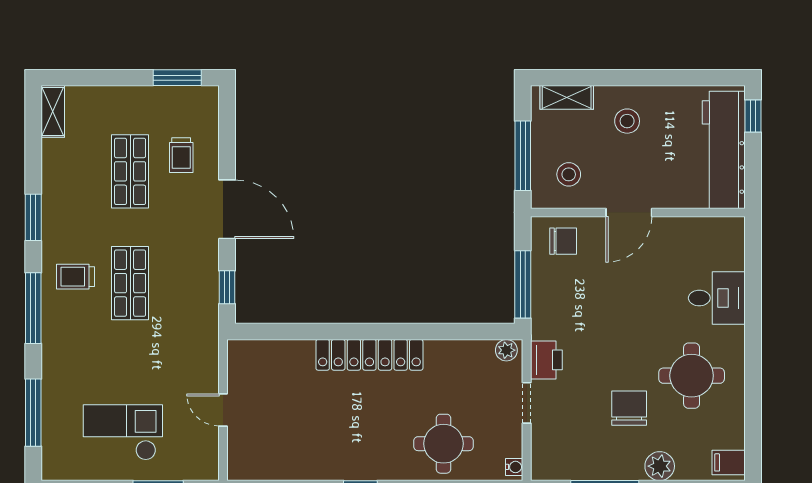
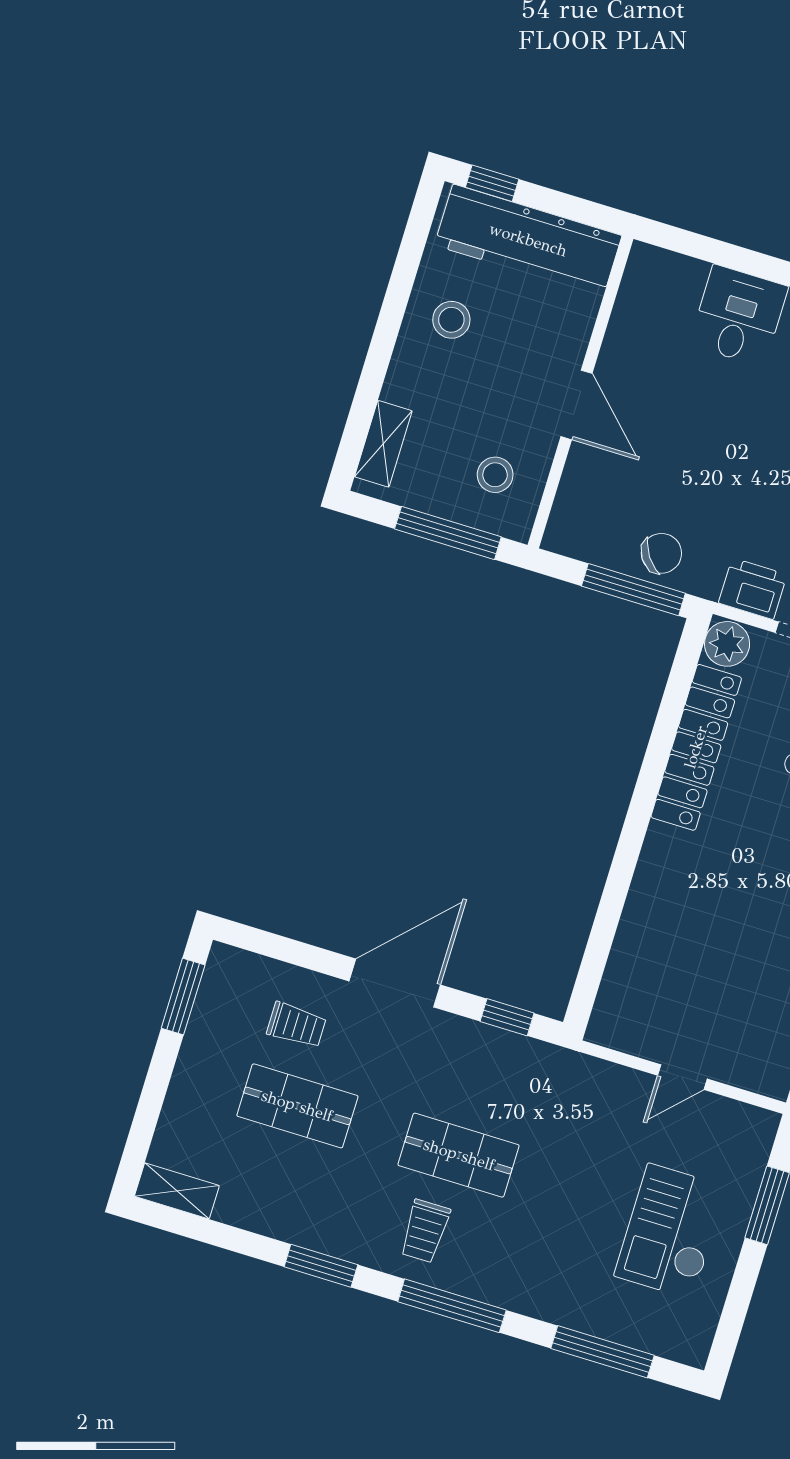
stool: (627, 121) -> (451, 320), moved
chair: (563, 241) -> (661, 553), moved, turned 55
plant: (506, 350) -> (727, 644), width x1.38, depth x1.38
locker: (369, 355) -> (696, 747), moved

